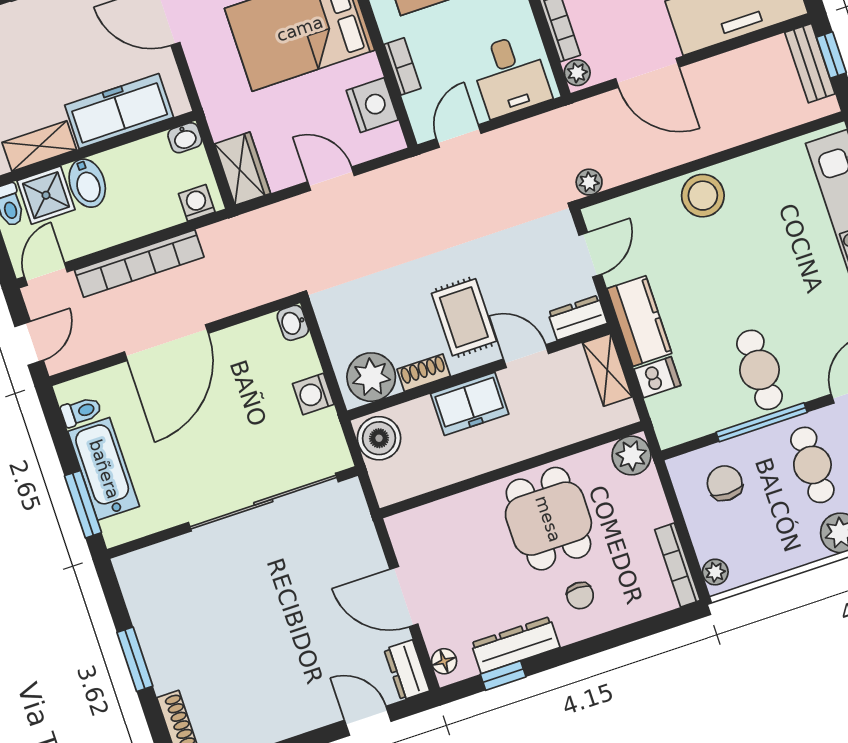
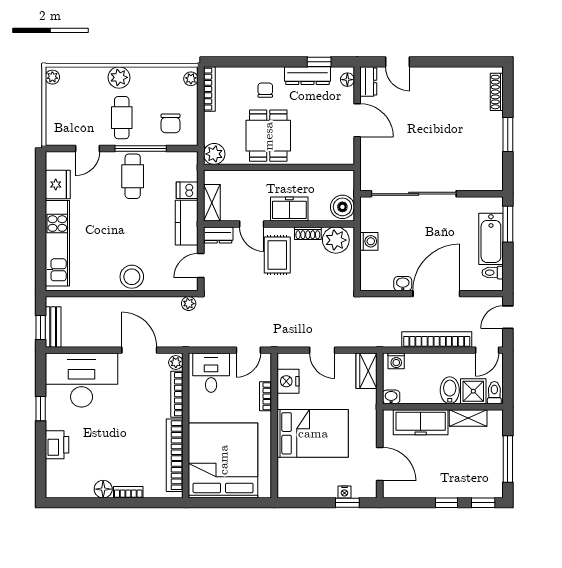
washbasin: (293, 323) -> (403, 284), moved, turned -90

